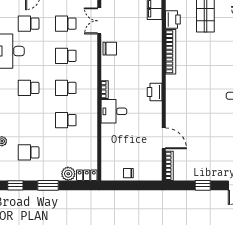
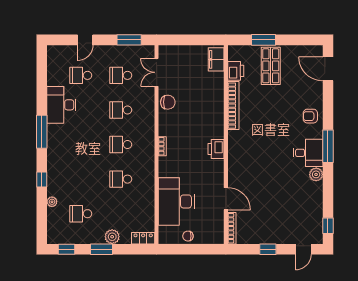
school desk: (29, 88) -> (81, 145), removed
desk: (114, 111) -> (176, 201), moved, width x1.87, depth x1.30
plant: (68, 174) -> (112, 237), moved

